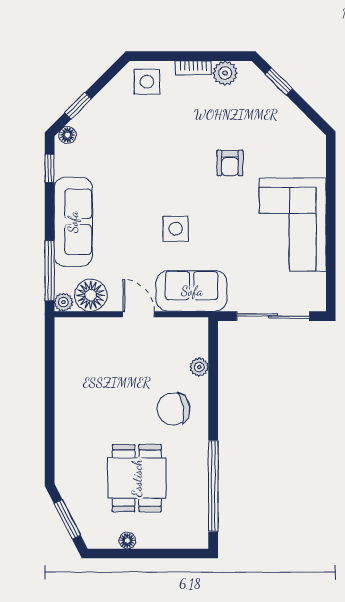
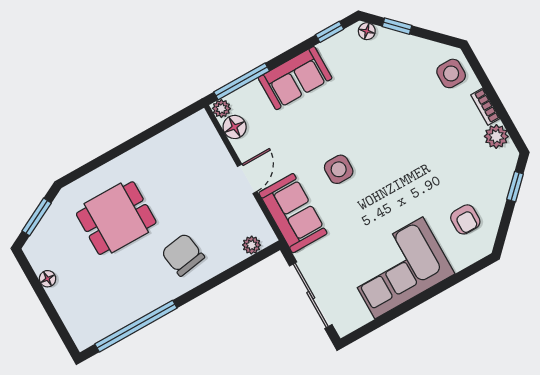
armchair: (230, 163) -> (465, 219), moved, turned -90
sofa: (73, 222) -> (295, 78), width x0.73
floor lamp: (91, 295) -> (235, 127), width x0.73, depth x0.73
plant: (199, 367) -> (252, 245), moved
dining table: (137, 478) -> (116, 218), moved

